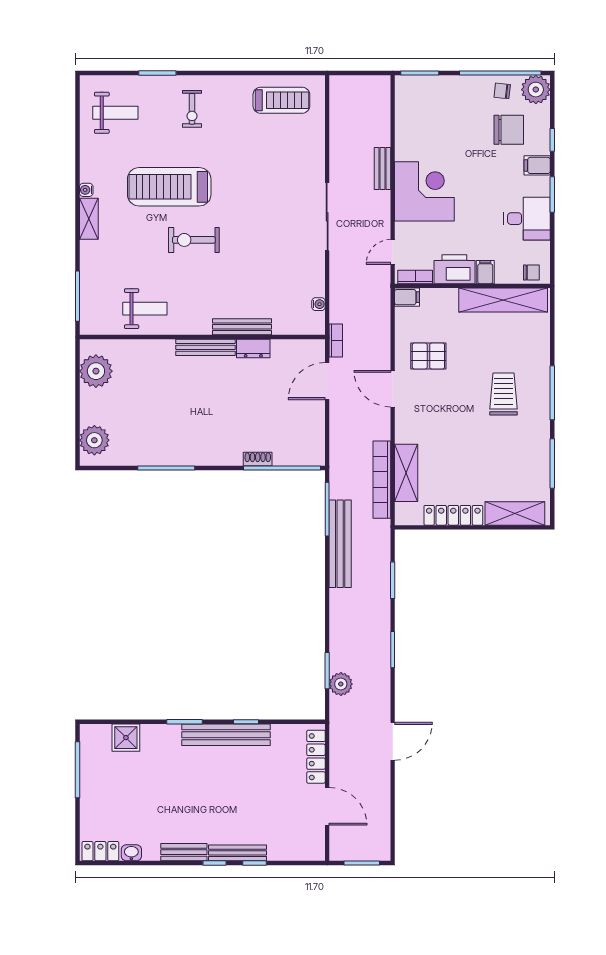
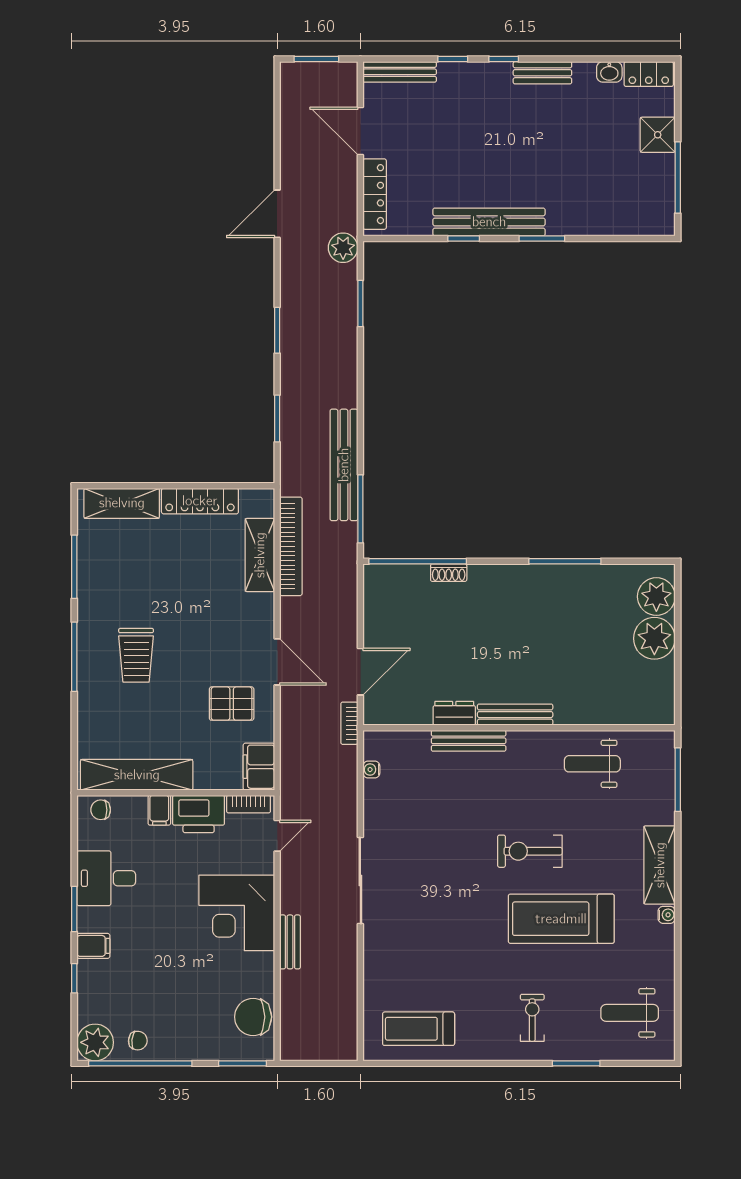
chair: (509, 130) -> (253, 1017), moved
treadmill: (169, 187) -> (561, 919), turned 180
shelving: (89, 219) -> (660, 865), width x1.50, depth x1.33
exercise bike: (194, 240) -> (530, 851), turned 180
filing cabinet: (407, 297) -> (259, 767), width x2.00
plant: (96, 371) -> (654, 638), moved
plant: (341, 684) -> (343, 248), moved
shower: (126, 738) -> (658, 135), moved
bench: (237, 853) -> (400, 72), moved

